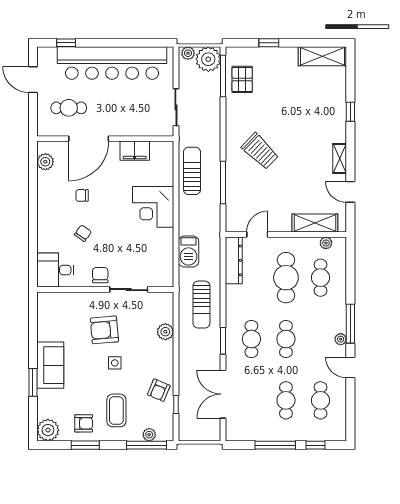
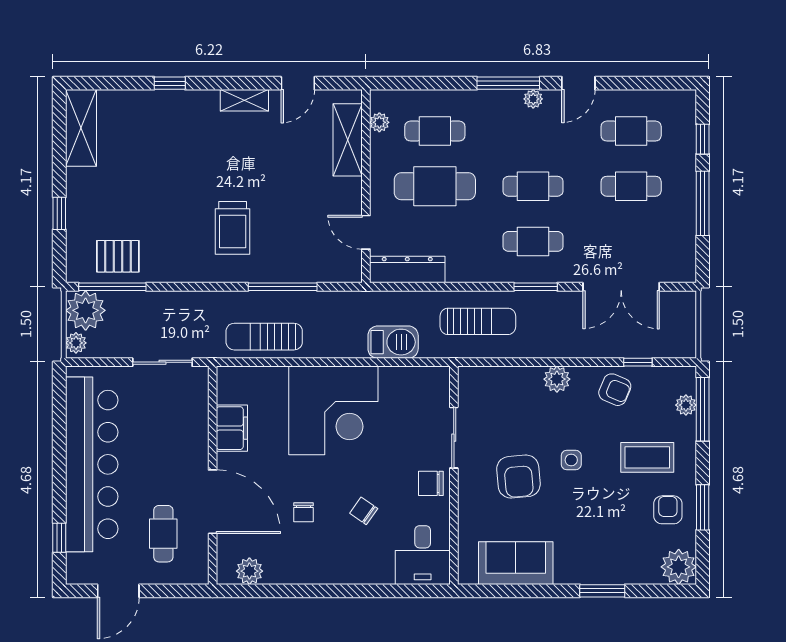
trolley: (260, 151) -> (233, 228), turned 136
corner desk: (153, 207) -> (333, 410), width x1.36, depth x1.36
plant: (165, 332) -> (557, 379), moved
sofa: (50, 365) -> (516, 563), moved

